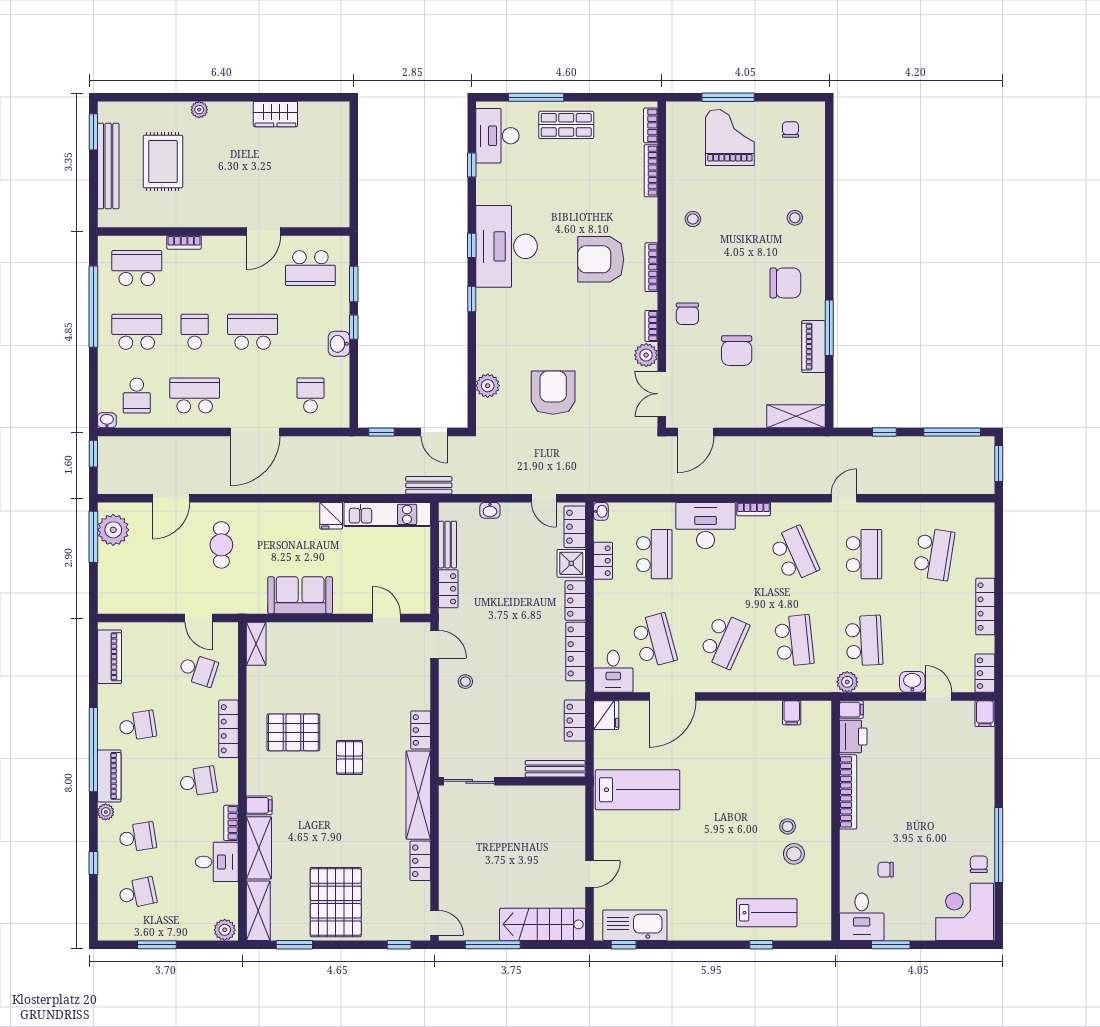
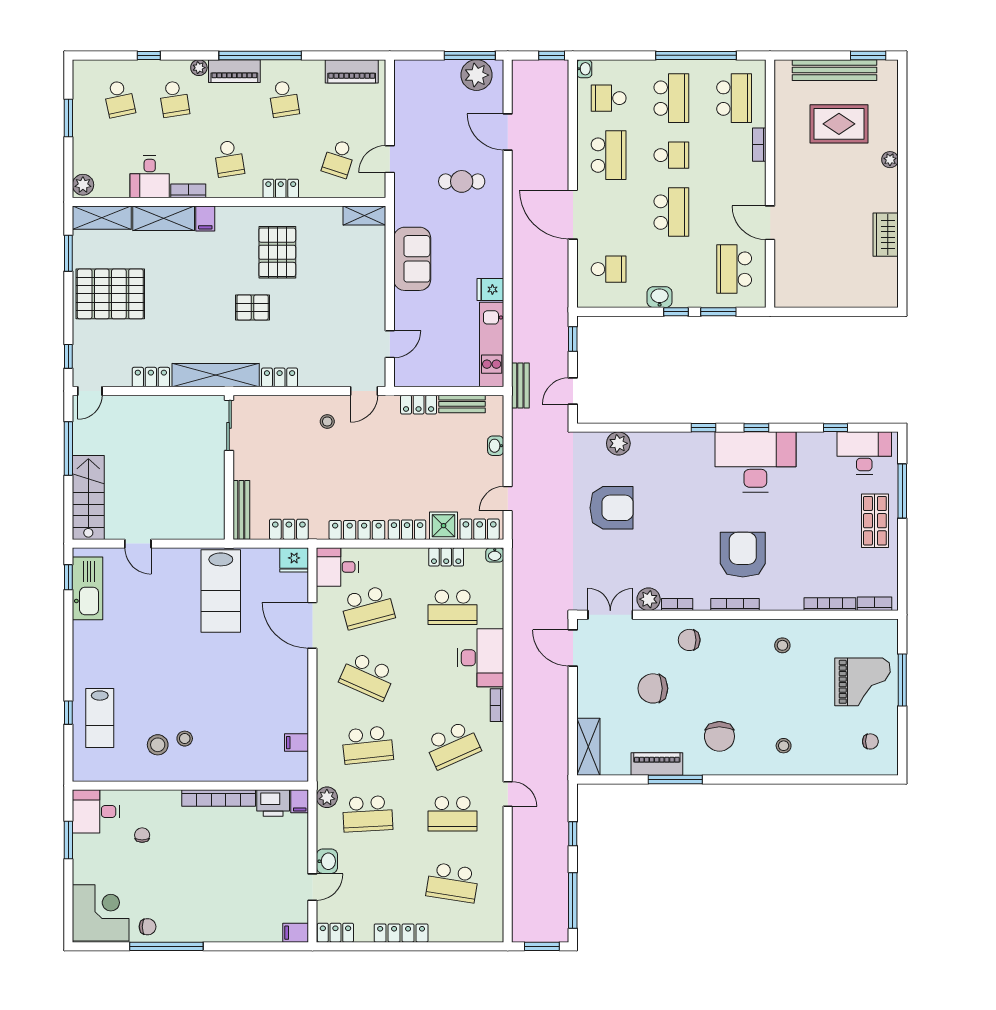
locker: (229, 729) -> (281, 188), width x0.66

